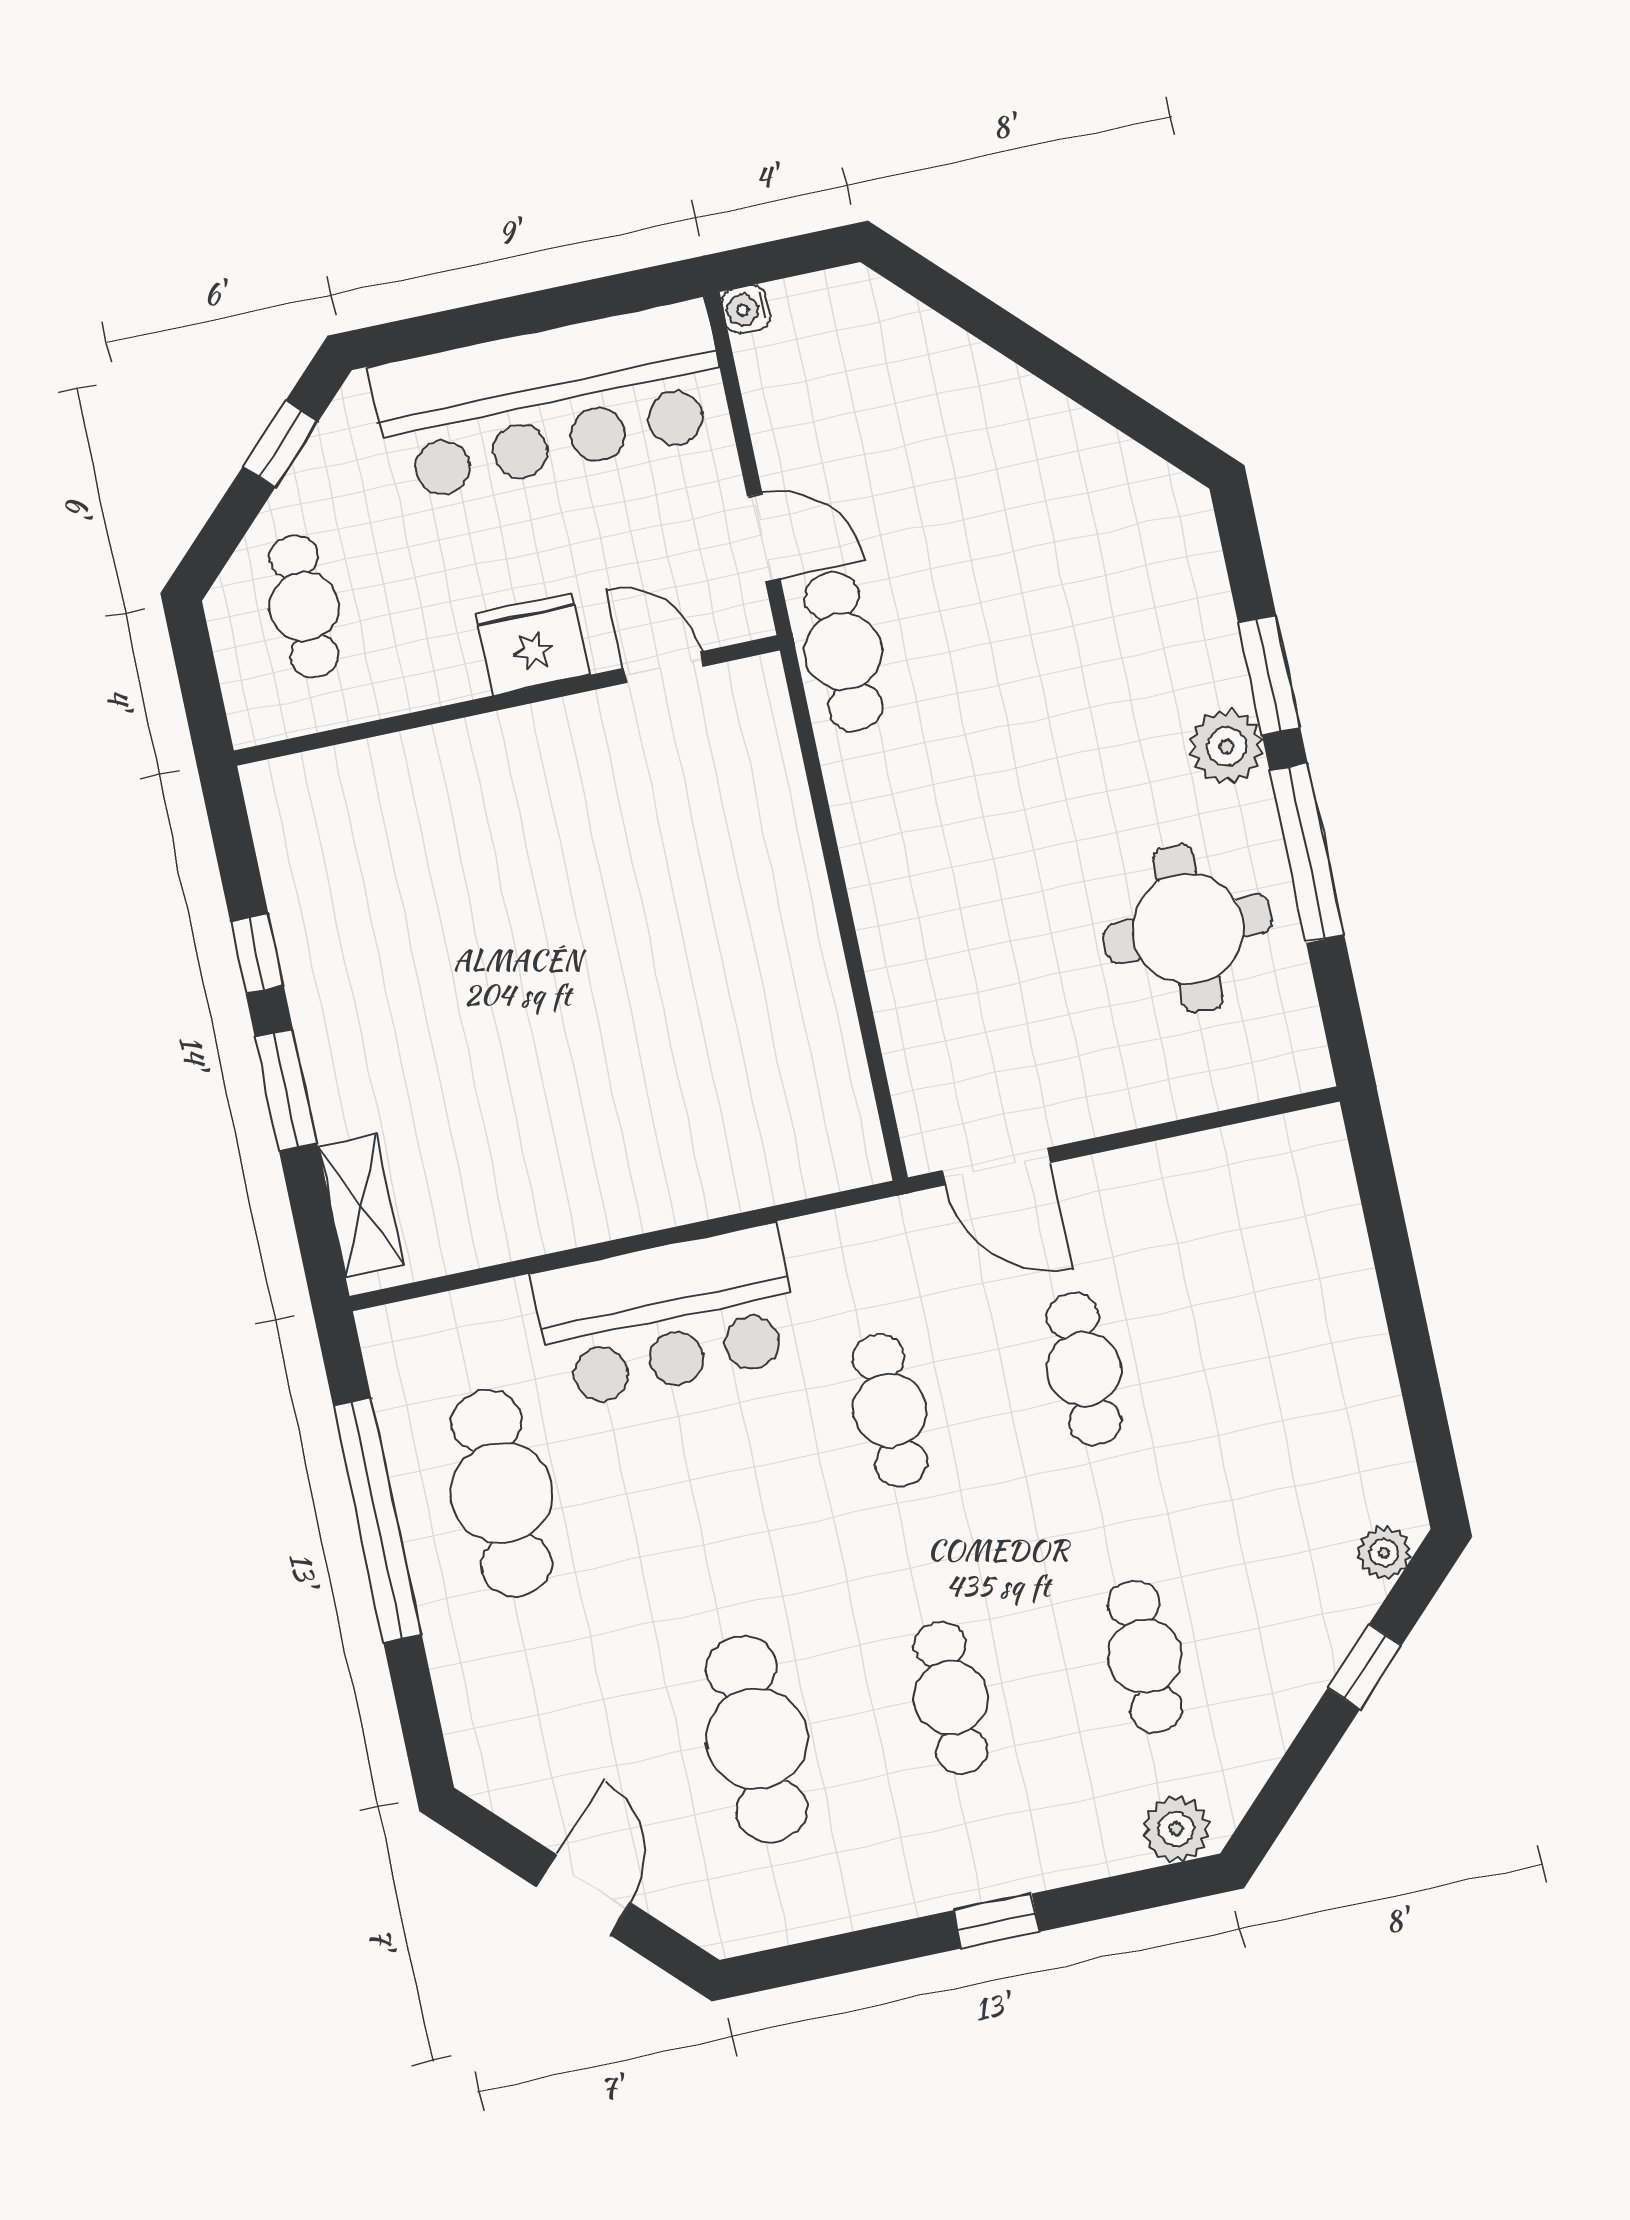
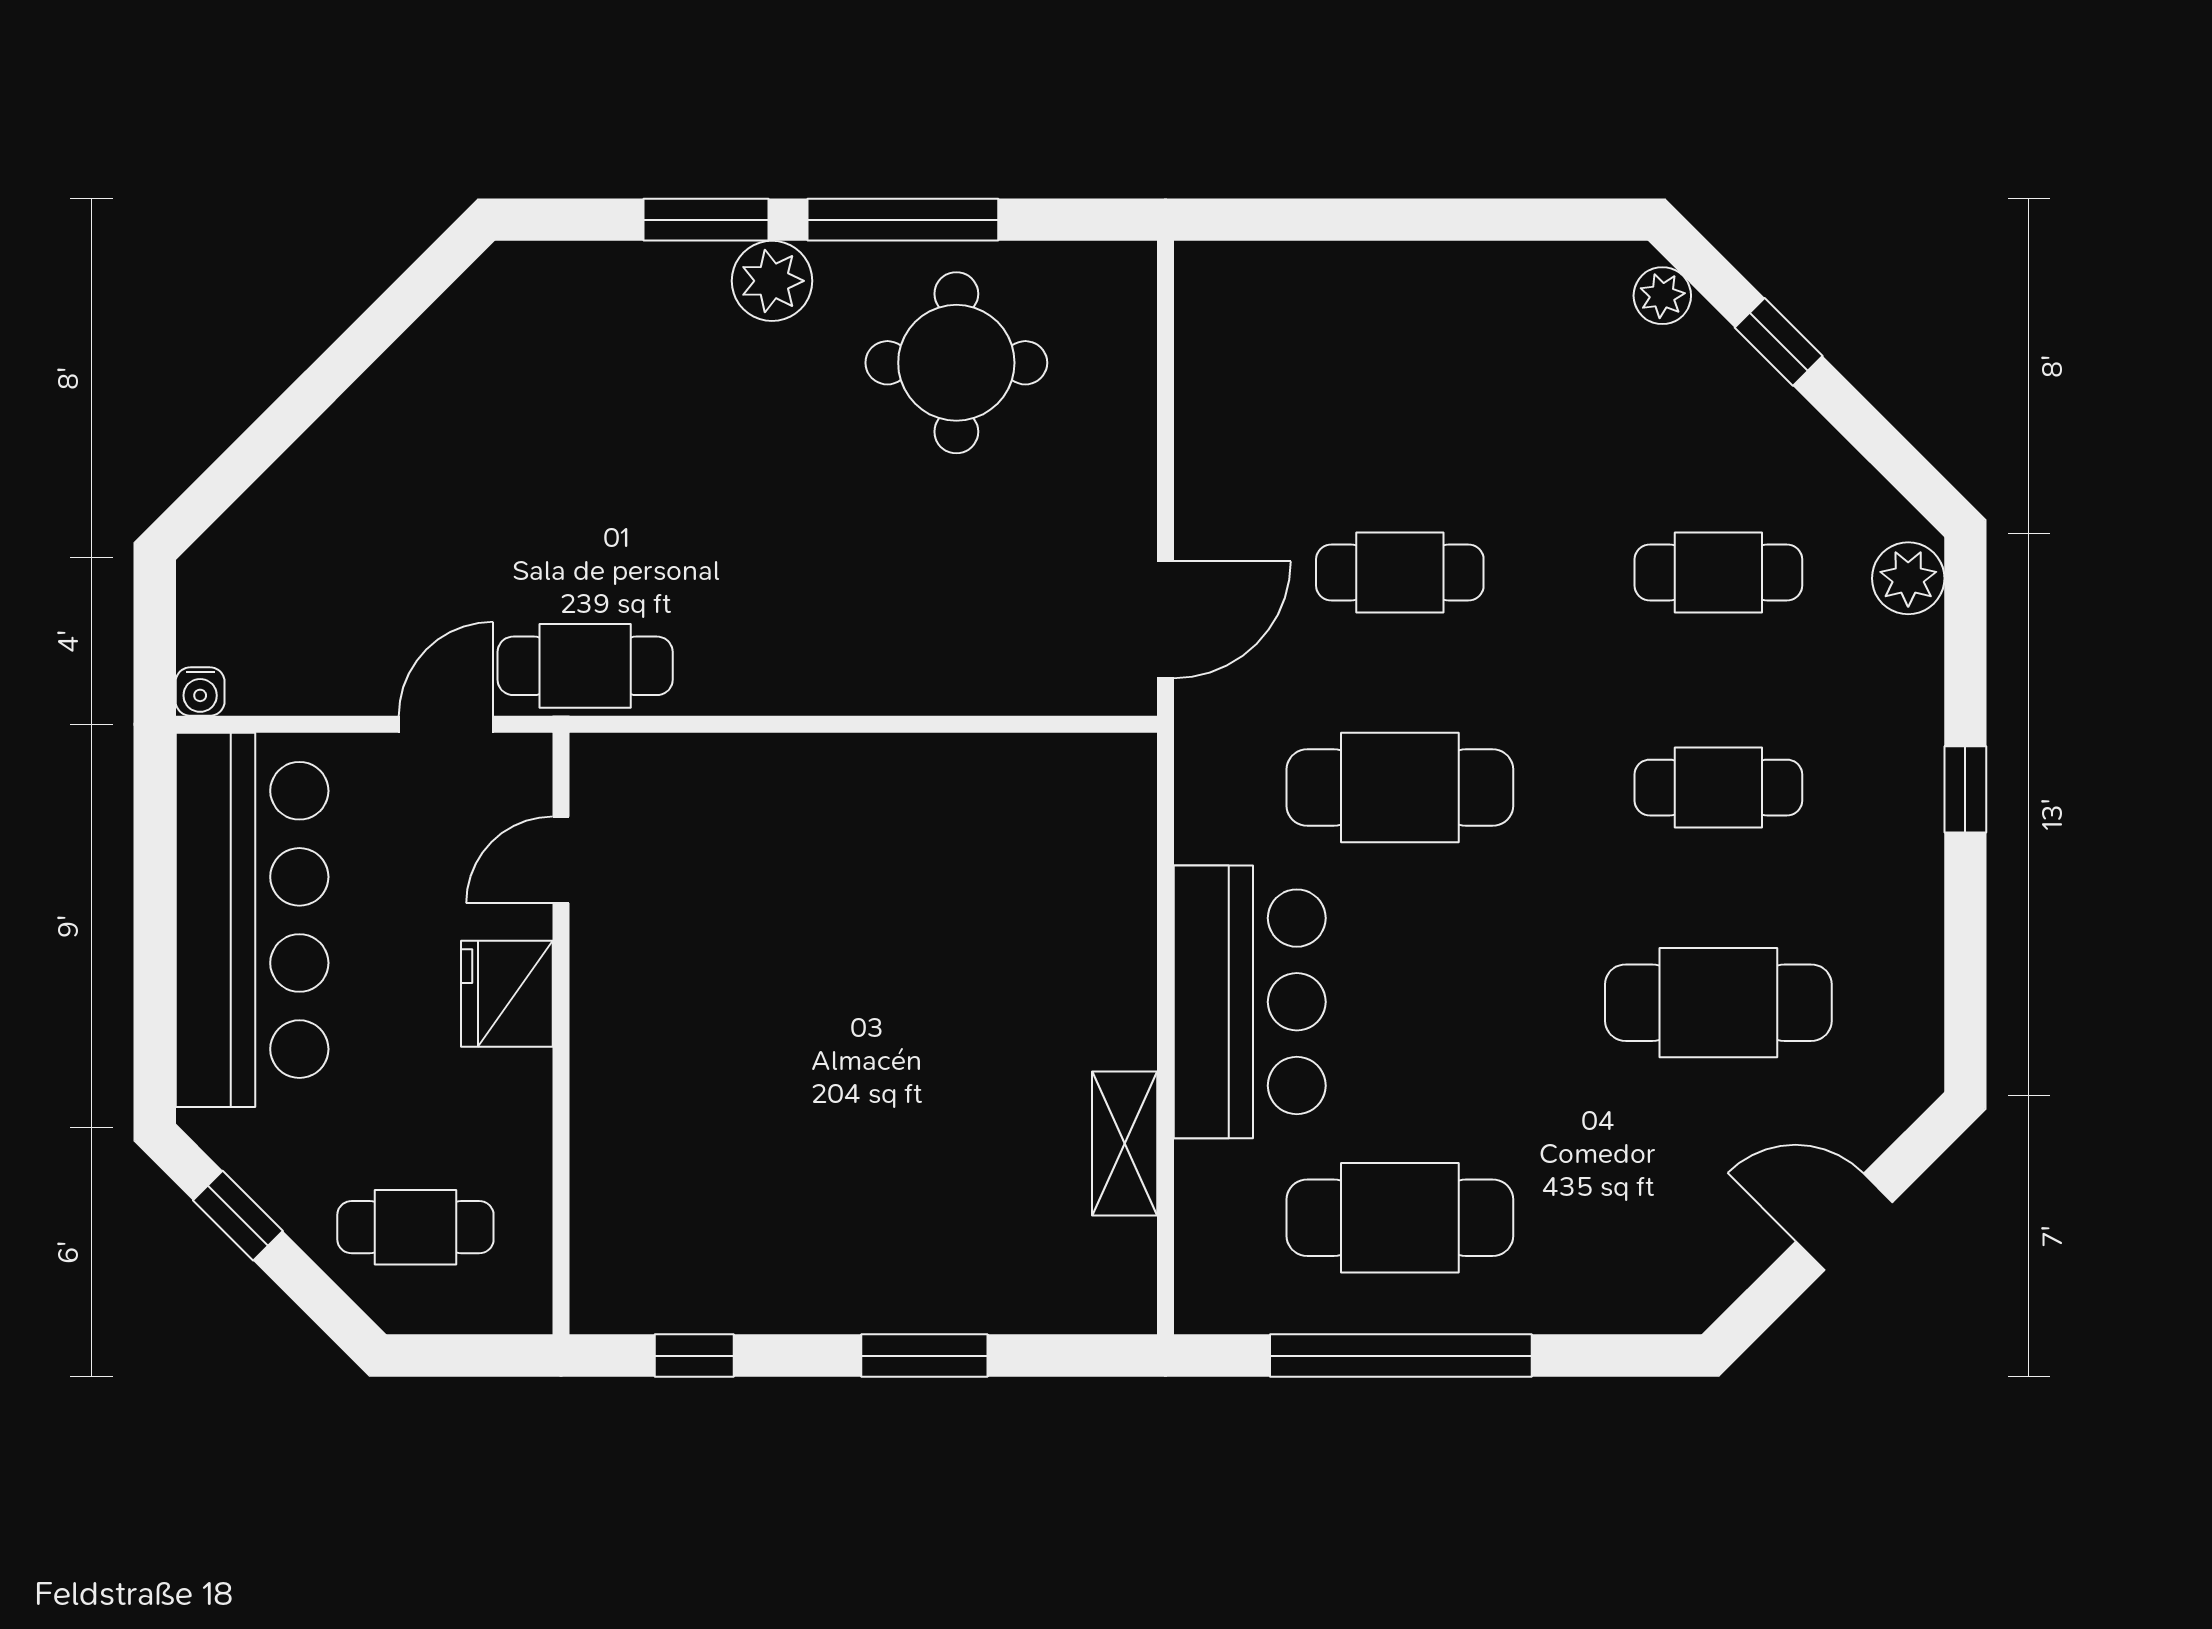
window: (257, 954) -> (694, 1356), moved
shelving: (361, 1206) -> (1125, 1144), moved, turned 90
cafe table: (890, 1410) -> (1400, 788), width x1.37, depth x1.35

